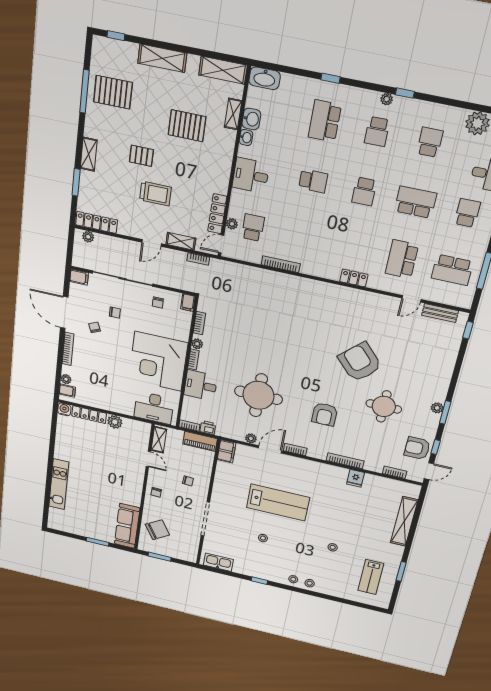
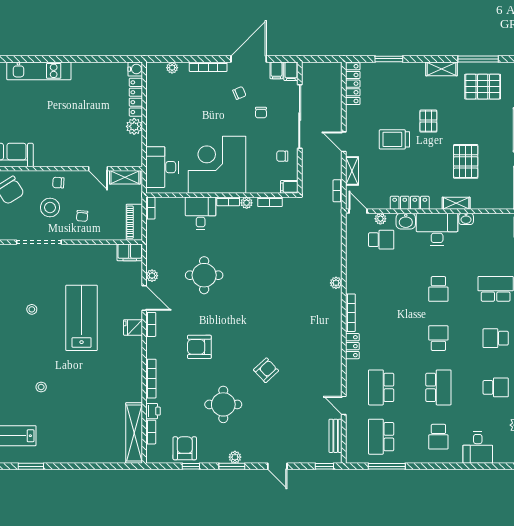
pallet: (113, 92) -> (483, 87), turned 90
shelving: (233, 114) -> (456, 203), moved
washbasin: (251, 119) -> (406, 221), moved
shelving: (89, 154) -> (441, 69), moved
desk: (251, 175) -> (437, 229), width x1.37
school desk: (364, 192) -> (438, 338), turned 90
trolley: (155, 194) -> (394, 139), turned 90
school desk: (467, 213) -> (438, 437), turned 90
locker: (217, 214) -> (410, 203), moved
plant: (88, 237) -> (336, 283), moved
school desk: (402, 259) -> (381, 387), turned -90
bookcase: (281, 264) -> (350, 313), moved
armchair: (360, 362) -> (266, 370), width x0.53, depth x0.53
filing cabinet: (67, 391) -> (276, 70), moved
round table: (259, 395) -> (204, 275), width x0.73, depth x0.73
printer: (208, 428) -> (153, 411), moved
door: (148, 459) -> (98, 169), hinge flipped
door: (429, 471) -> (277, 466), moved
fridge: (356, 478) -> (133, 327), moved
lab bench: (278, 502) -> (82, 318), turned 180
stool: (177, 504) -> (50, 208), added
shelving: (404, 521) -> (134, 433), moved, turned 90

